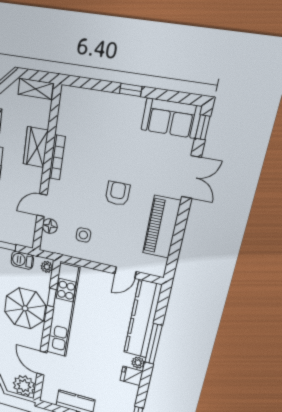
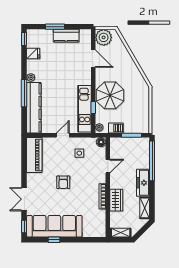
window: (131, 90) -> (54, 240), moved
sofa: (171, 118) -> (54, 226), width x1.85, depth x1.27
floor lamp: (50, 226) -> (101, 142), moved
piano: (162, 227) -> (34, 155), moved
door: (125, 273) -> (63, 135), moved
kitchen unit: (63, 311) -> (85, 109), width x0.73
fridge: (131, 376) -> (33, 53), moved

